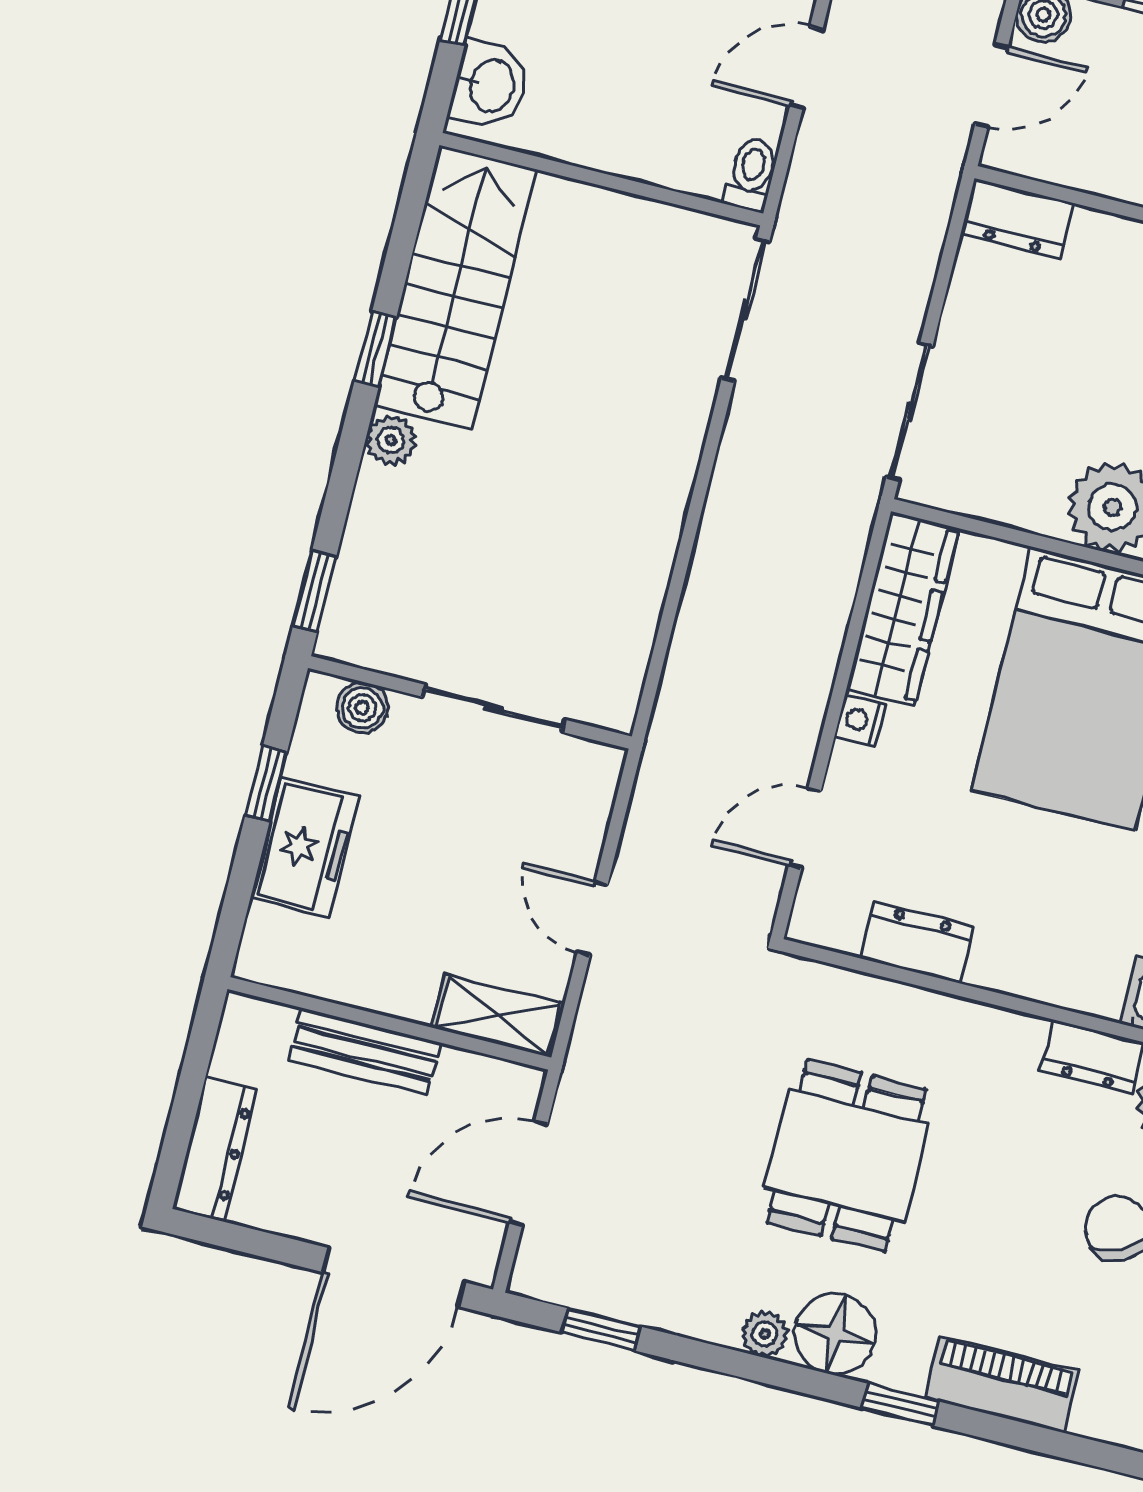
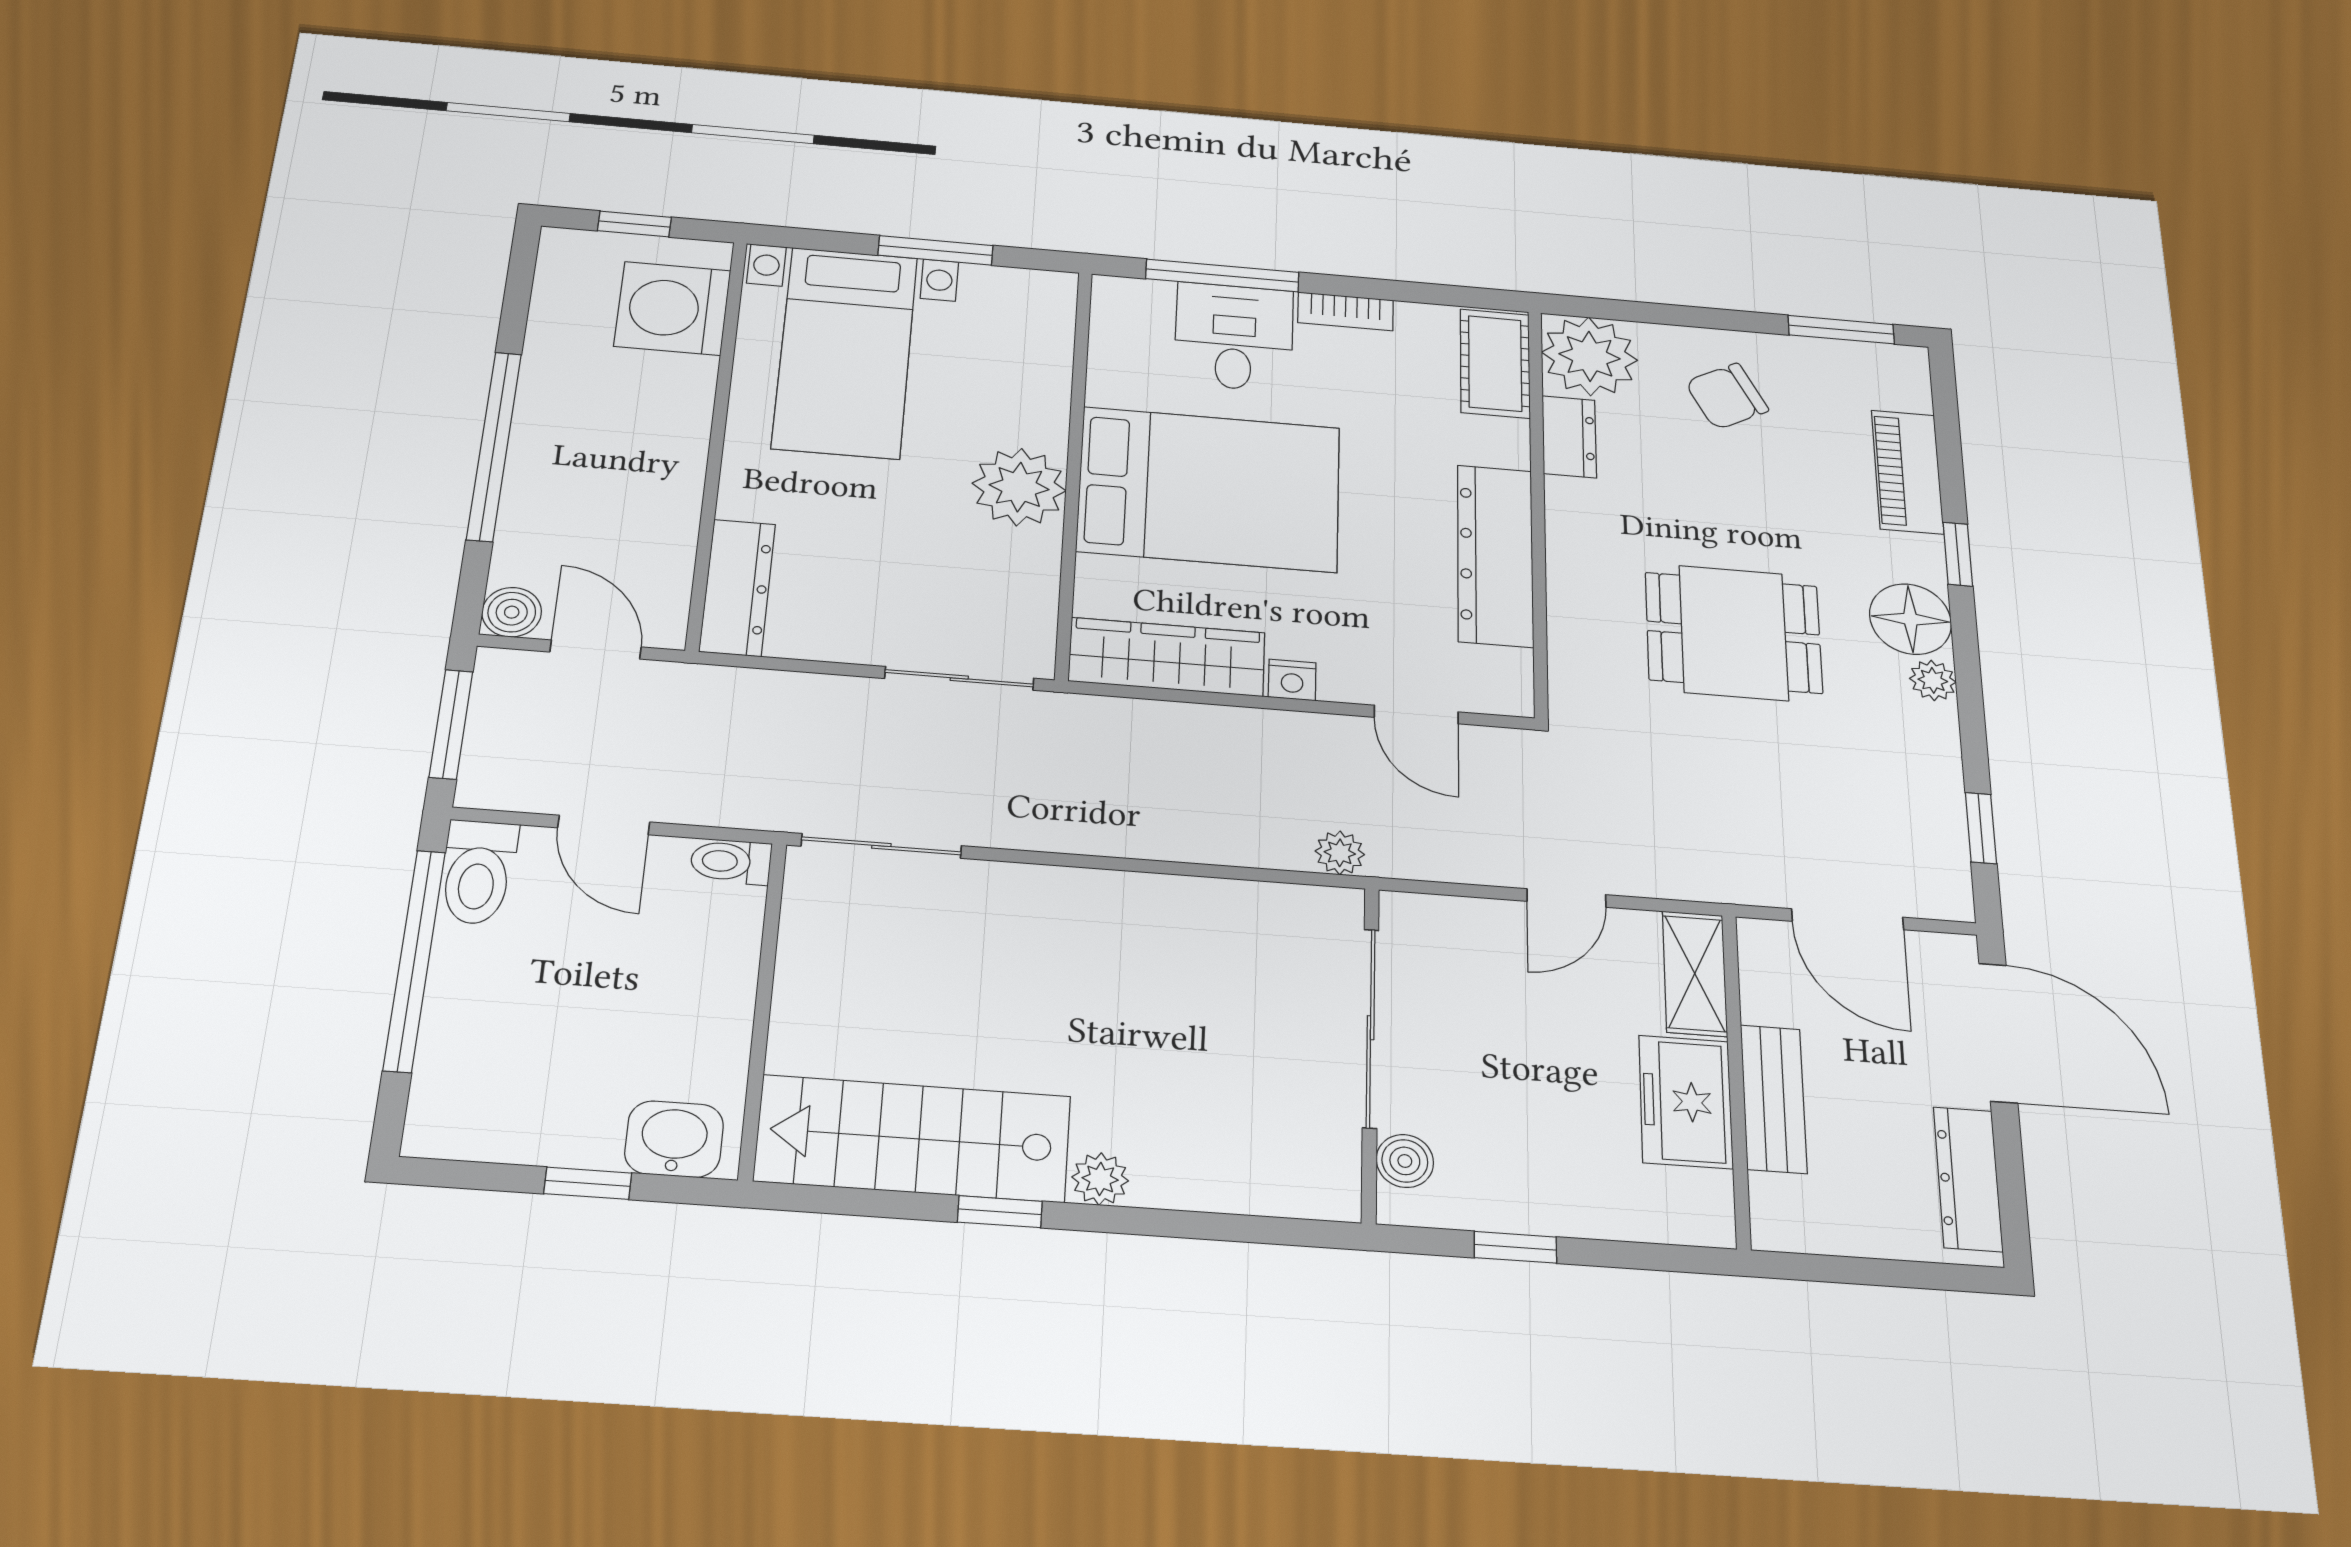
dresser: (1017, 219) -> (737, 588), width x1.44
window: (315, 591) -> (1288, 1232), removed
sliding door: (494, 708) -> (1371, 1028), width x1.37
plant: (672, 722) -> (1340, 853), added
freezer: (305, 847) -> (1686, 1102), moved, turned -90
dresser: (917, 942) -> (1495, 555), width x1.96, depth x1.24
dresser: (215, 1149) -> (1968, 1179), moved, turned -90

